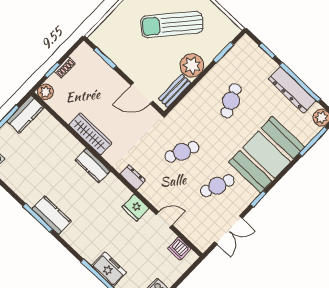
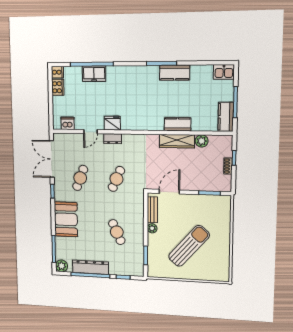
plant: (192, 65) -> (152, 228), width x0.53, depth x0.53
plant: (45, 92) -> (202, 141), moved
booth: (267, 155) -> (66, 219), width x0.73, depth x0.70
kitchen counter: (93, 166) -> (178, 124), moved
dresser: (133, 177) -> (113, 139), moved
kitchen counter: (52, 215) -> (175, 73), moved
double door: (228, 230) -> (52, 159), width x1.37

